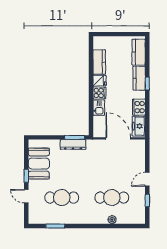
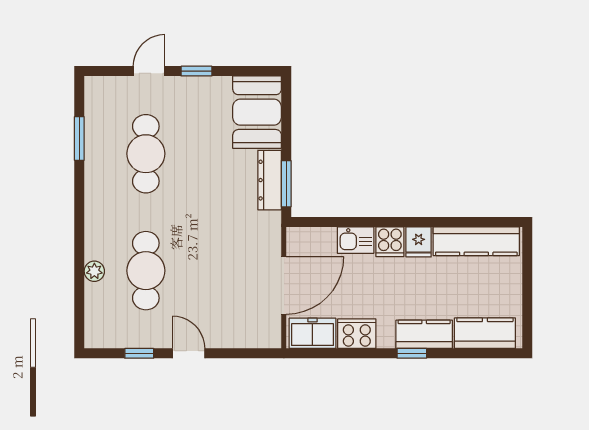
kitchen counter: (99, 62) -> (476, 241), width x1.50
booth: (39, 164) -> (257, 112), moved, turned 90

